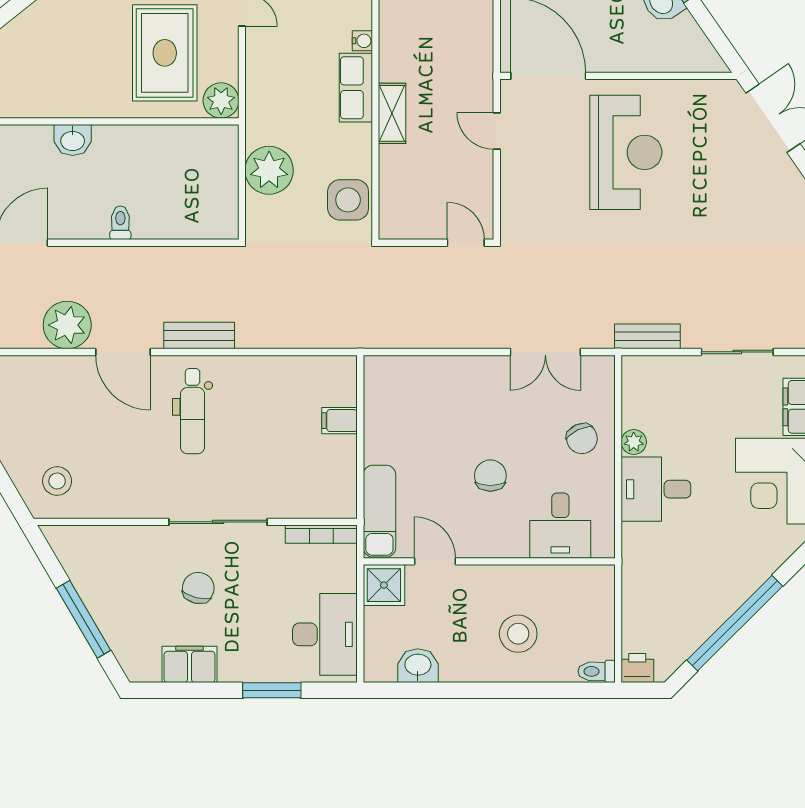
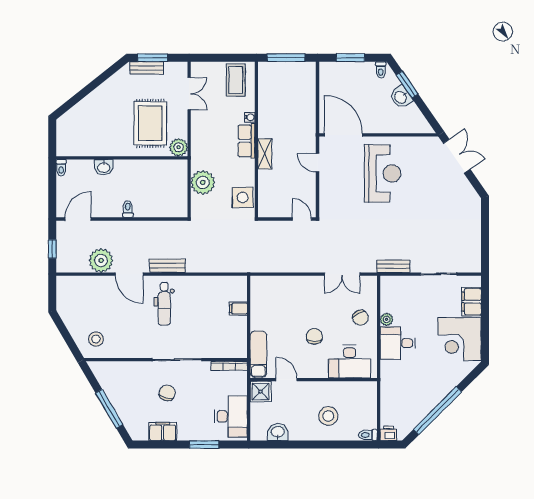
desk: (560, 526) -> (350, 362), width x1.37

